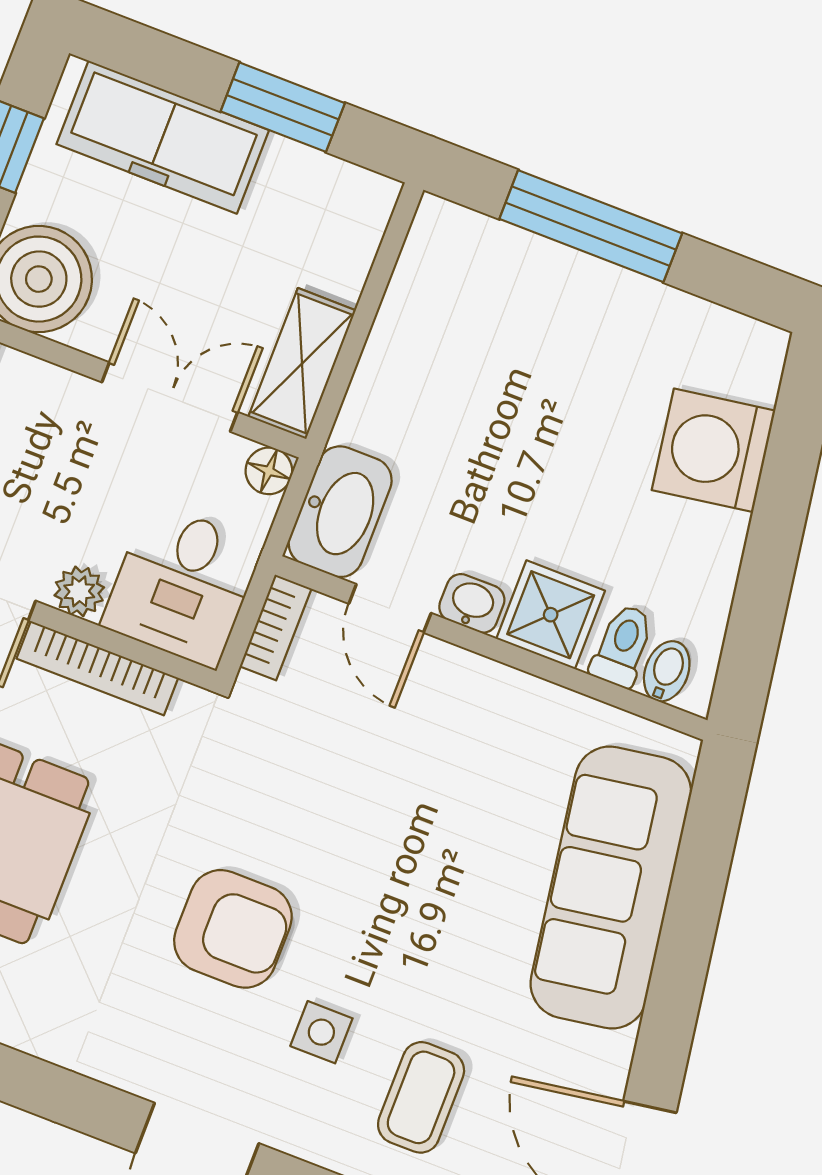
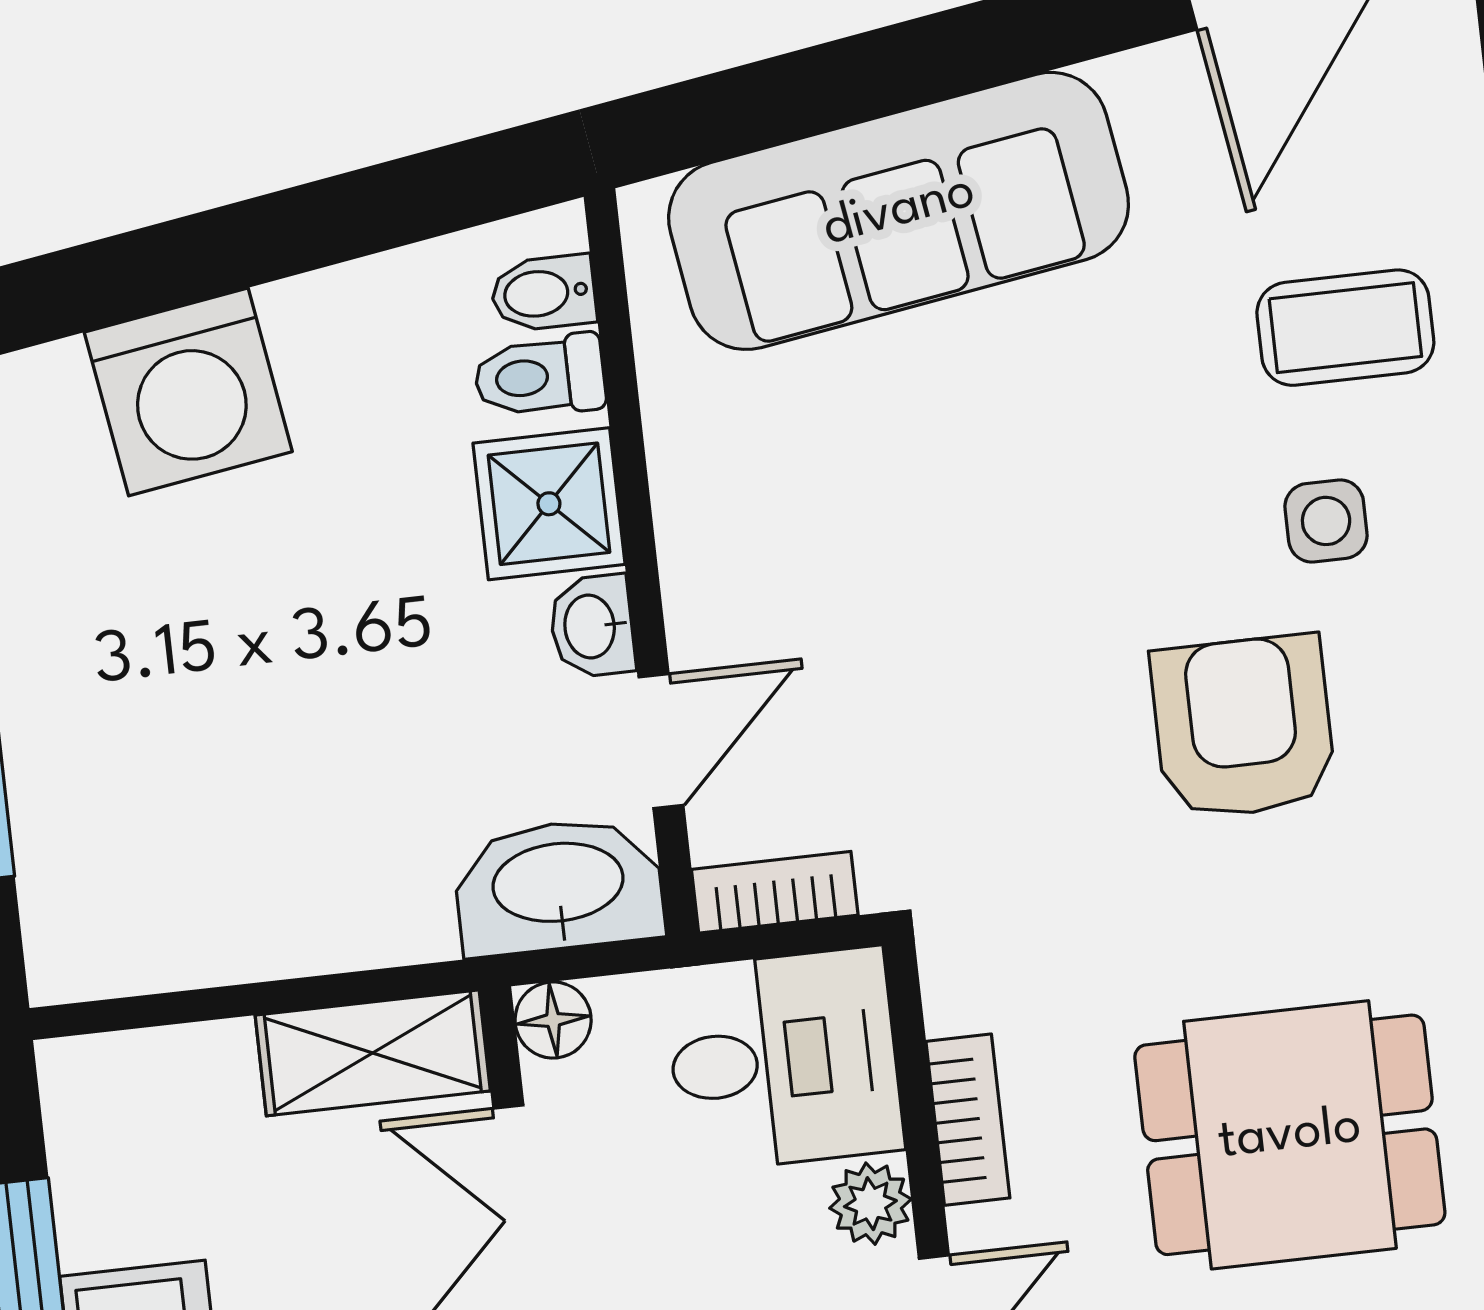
bookcase: (97, 668) -> (968, 1120), width x0.64

